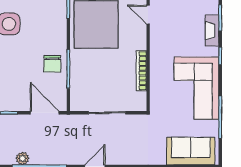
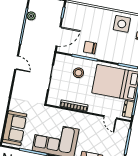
door: (148, 15) -> (110, 117), swing flipped
stool: (92, 73) -> (78, 73), added

